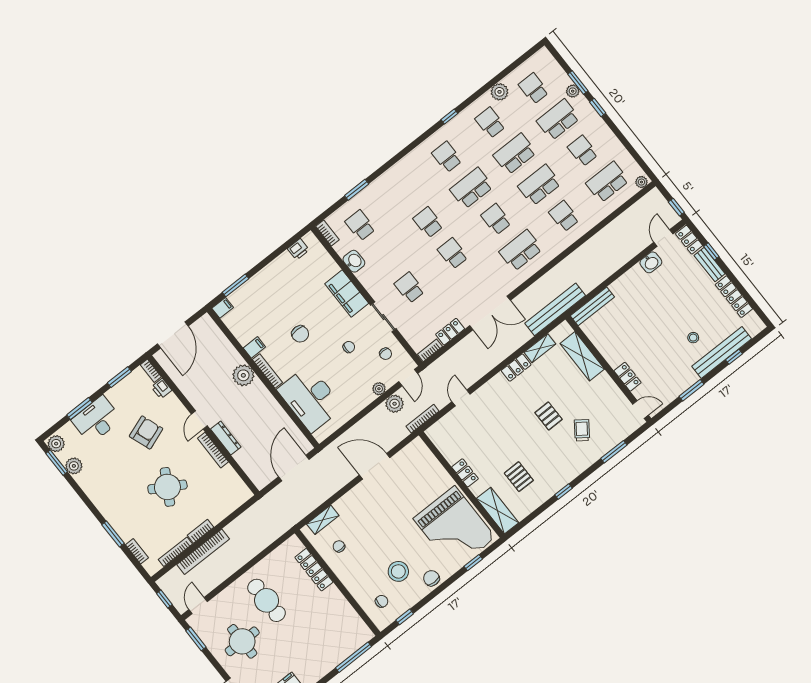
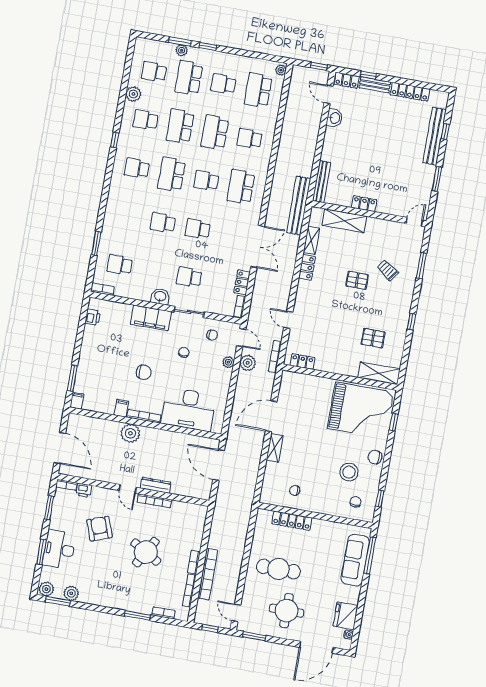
washbasin: (354, 261) -> (160, 296), moved
stool: (693, 338) -> (407, 143), removed
locker: (628, 377) -> (364, 204), moved
locker: (465, 473) -> (302, 362), moved
shelving: (323, 520) -> (275, 448), moved
sofa: (338, 650) -> (355, 560), added

